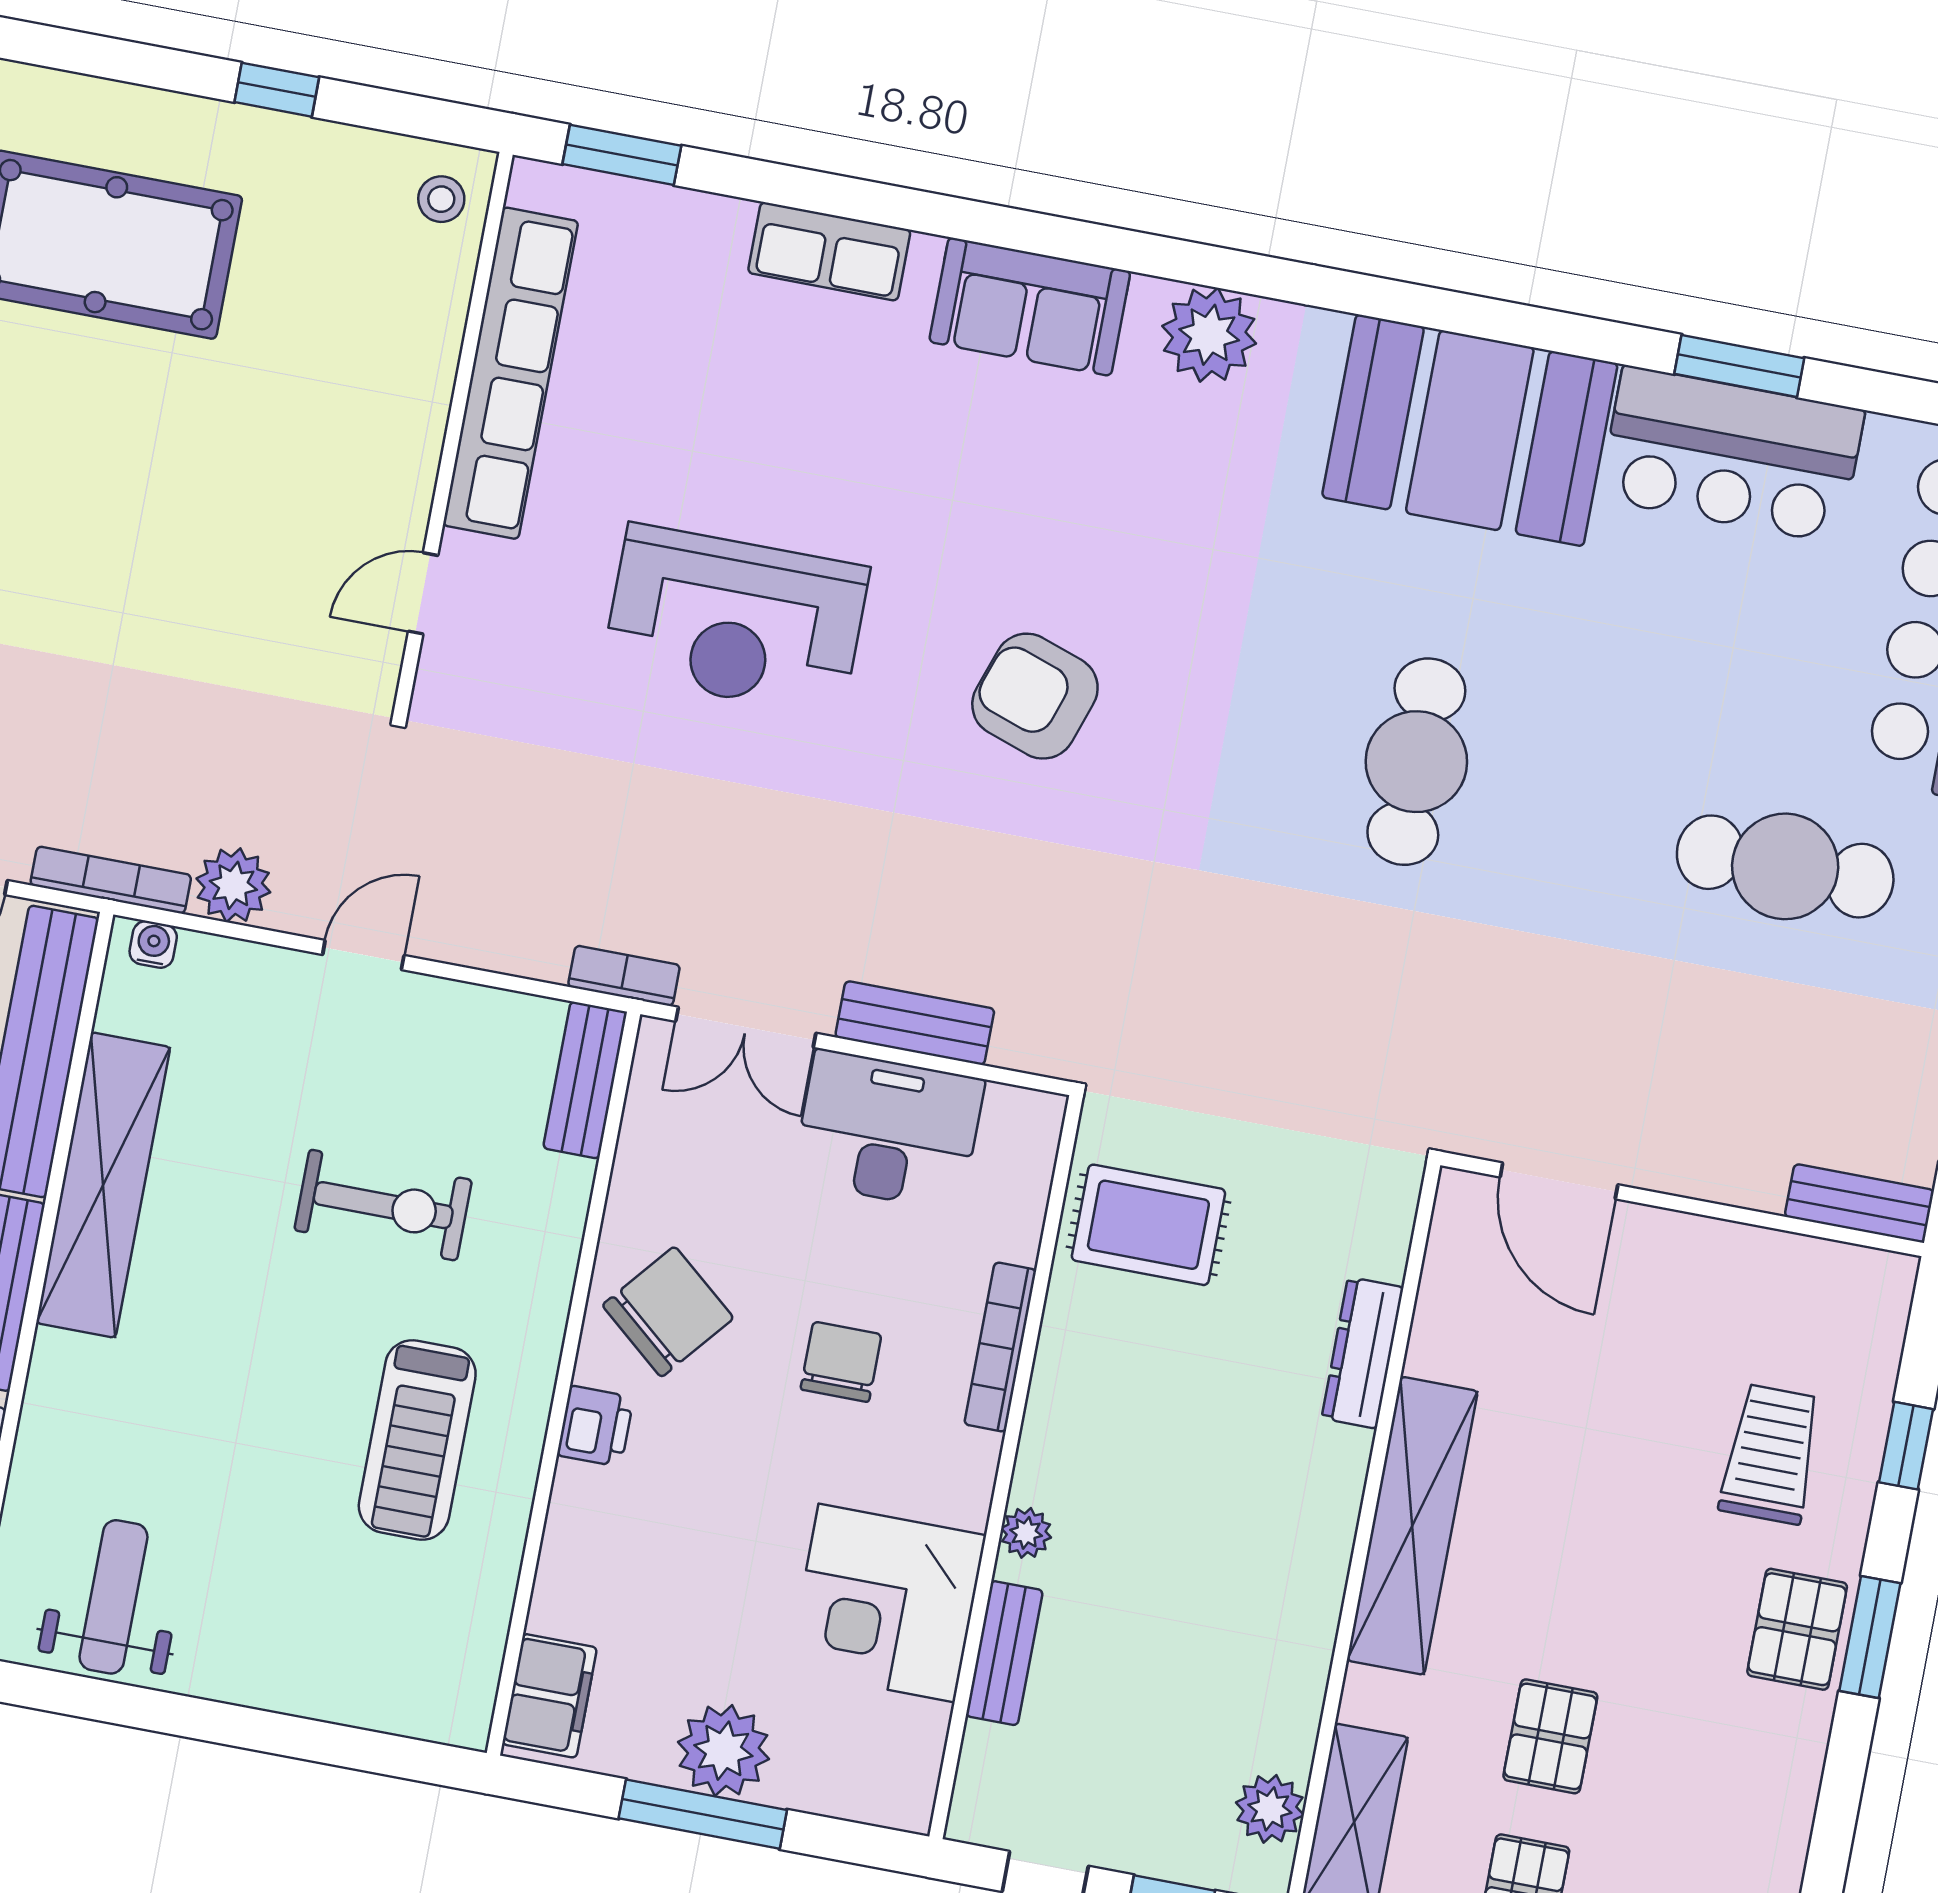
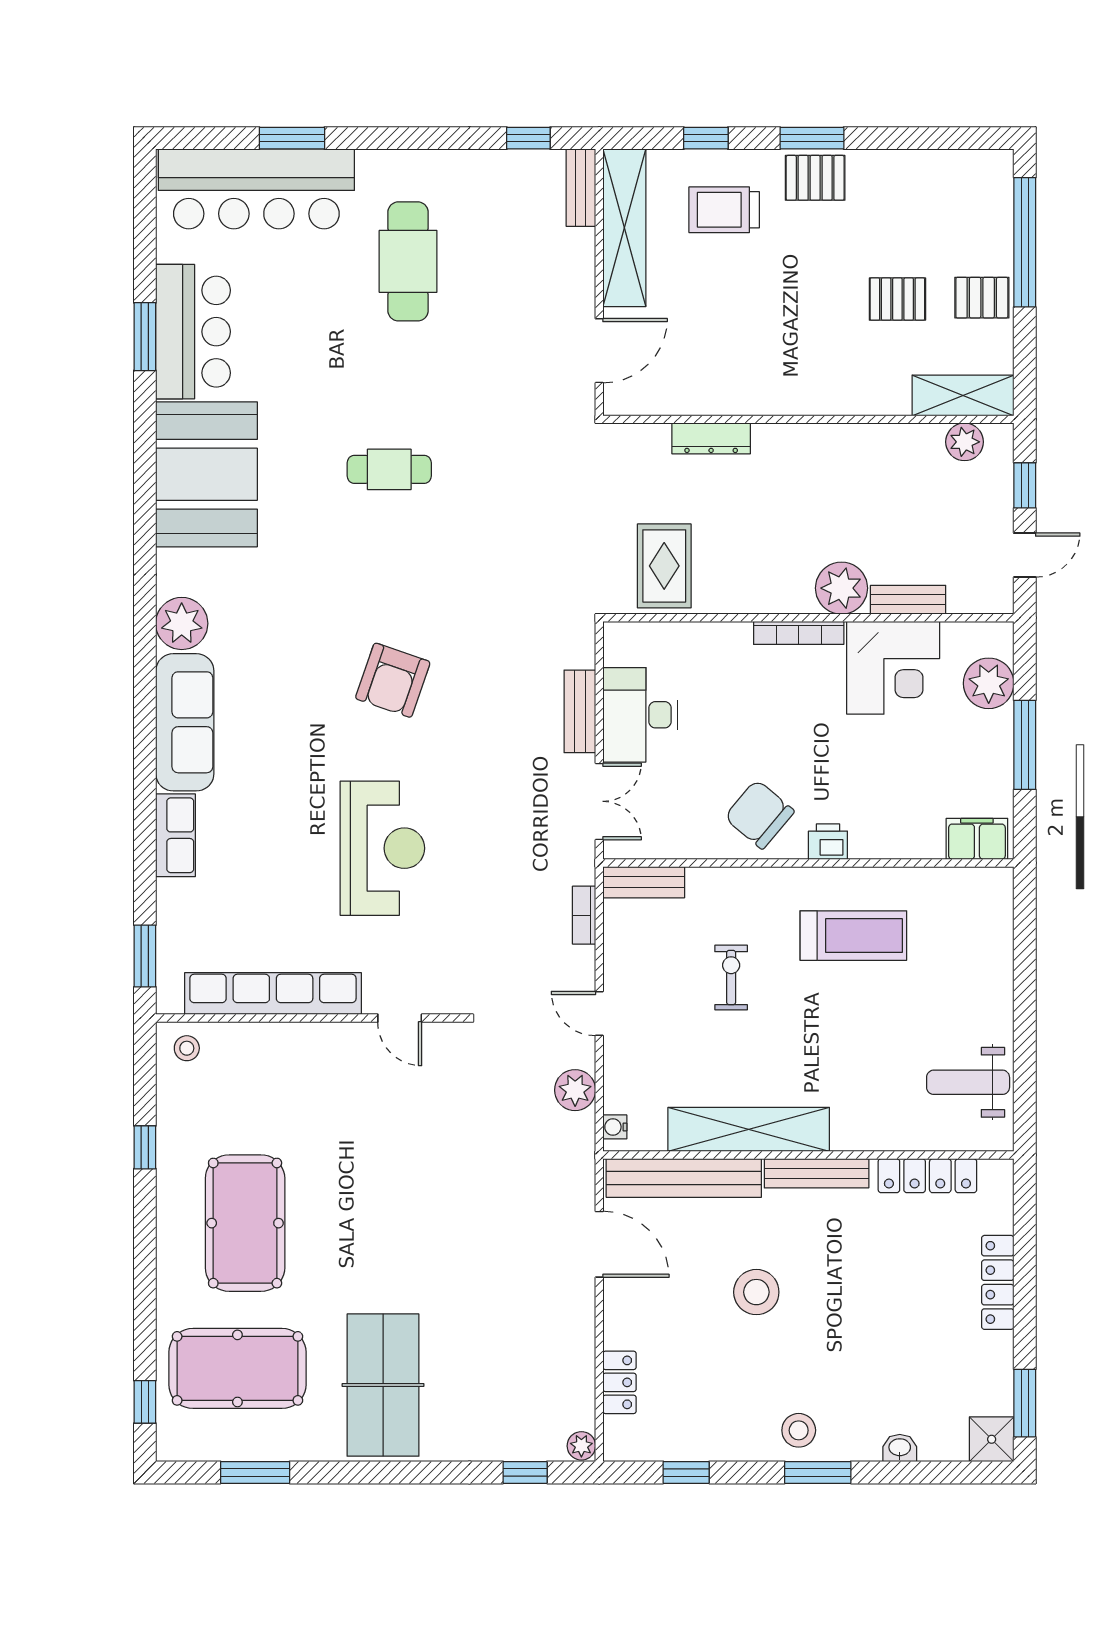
sofa: (1030, 307) -> (185, 722), width x1.36
cafe table: (1416, 762) -> (389, 469), width x0.73, depth x0.74
bookcase: (111, 880) -> (585, 1156), removed
bookcase: (624, 976) -> (584, 915), moved
exercise bike: (383, 1205) -> (731, 978), width x0.73, depth x0.72
bookcase: (1000, 1347) -> (799, 633), moved
chair: (841, 1362) -> (769, 717), removed
shelving: (1412, 1526) -> (624, 228), moved, turned 90
plant: (1026, 1533) -> (842, 588), width x1.88, depth x1.88
plant: (723, 1751) -> (989, 683), moved

